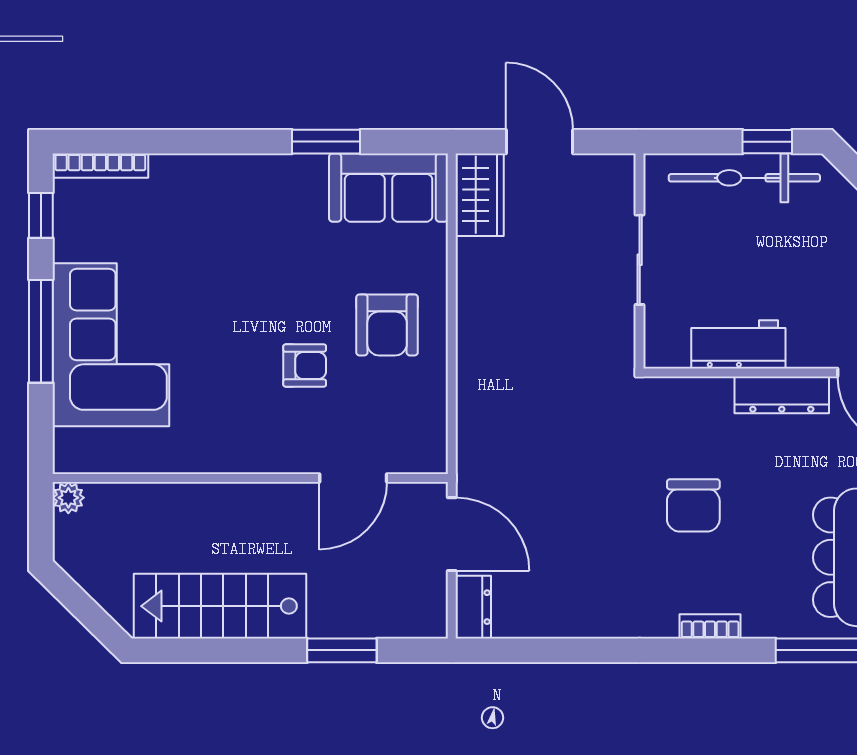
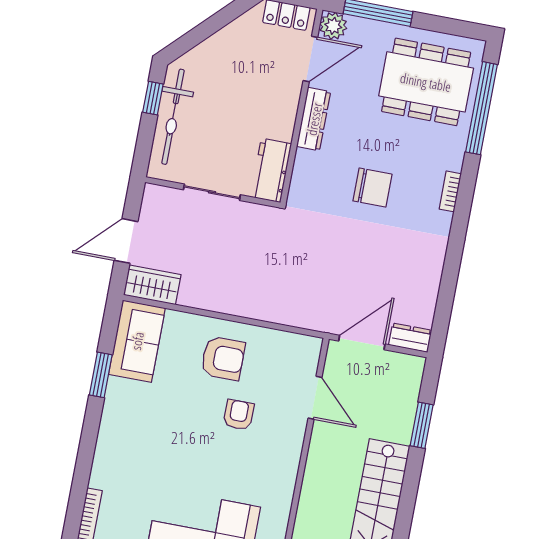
workbench: (738, 344) -> (271, 170), moved

